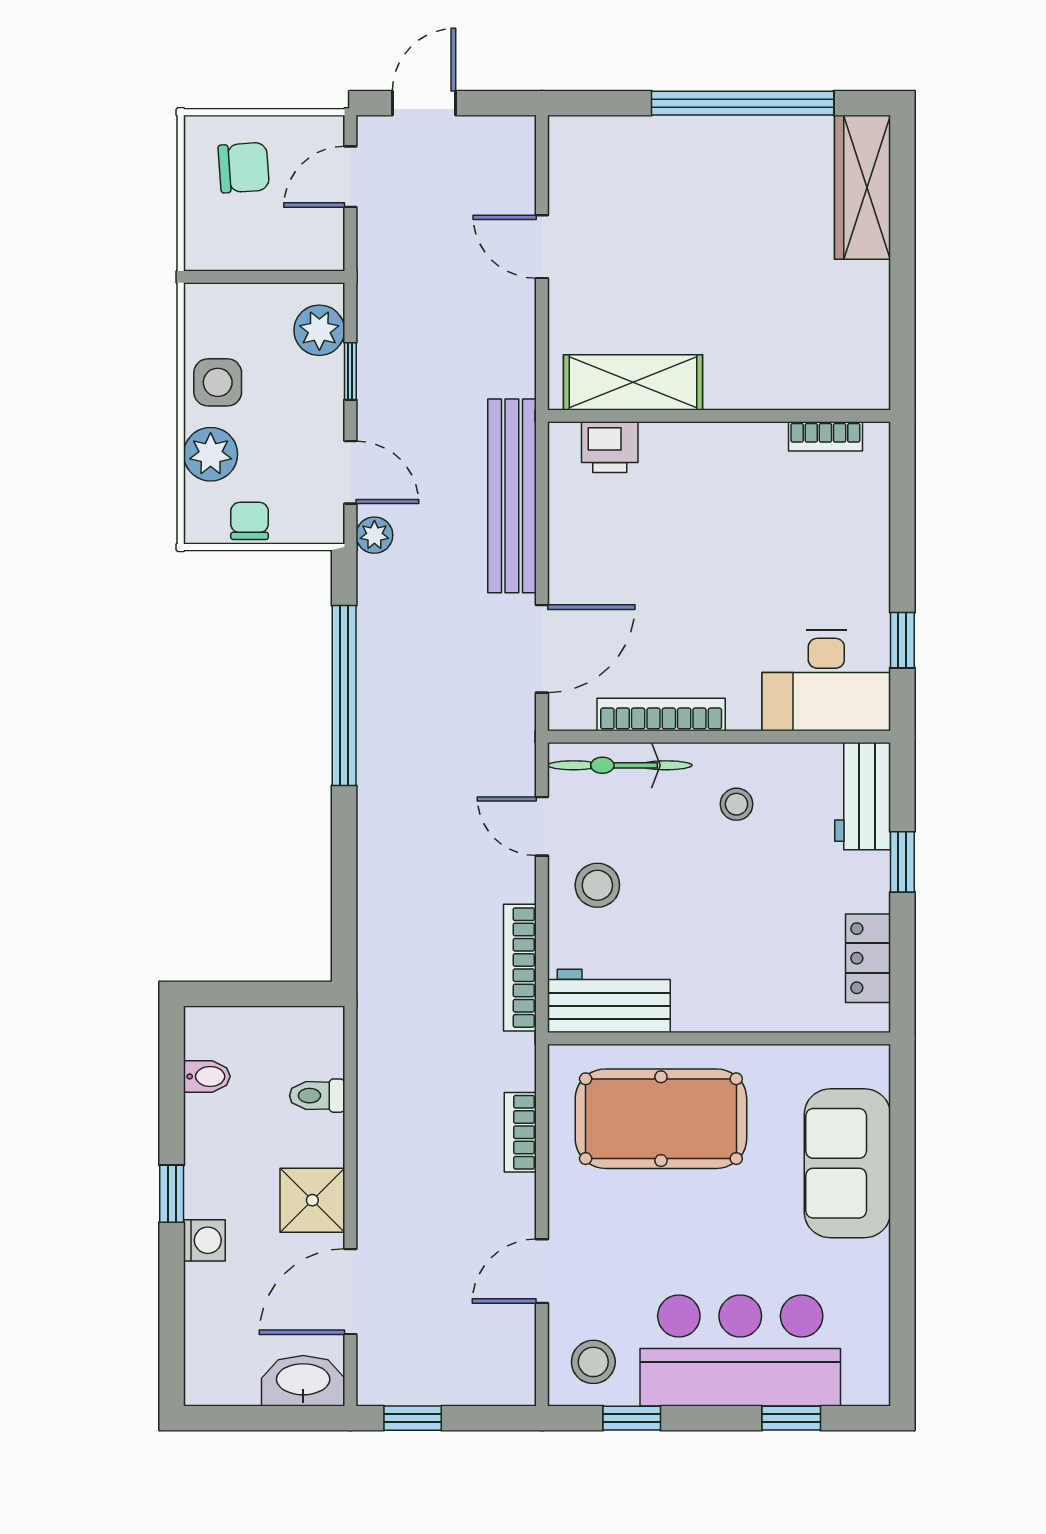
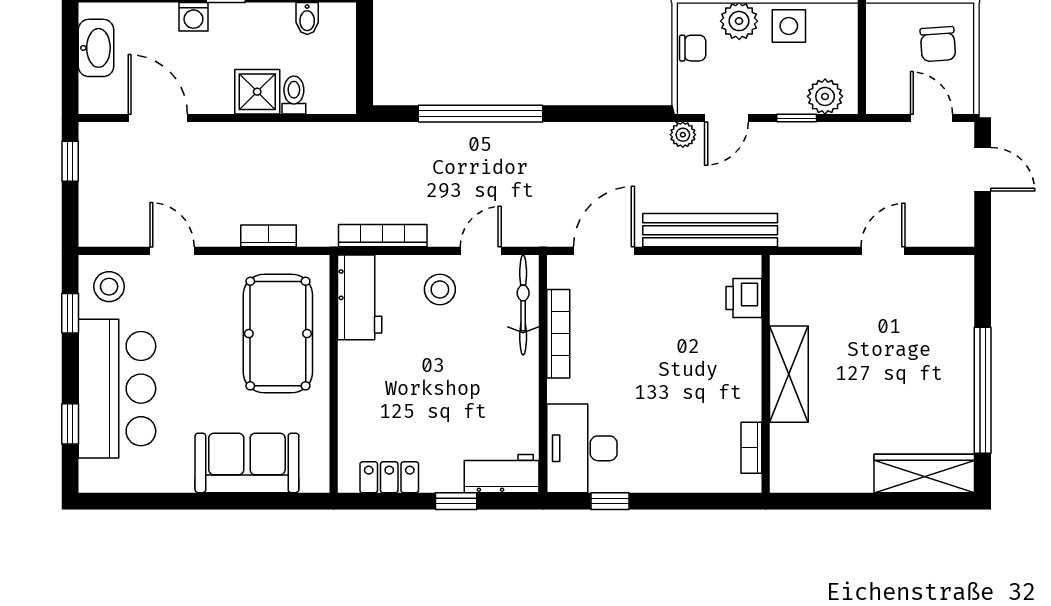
shelving: (633, 382) -> (789, 374), moved
door: (542, 649) -> (604, 251), swing flipped
window: (344, 696) -> (481, 114), moved
stool: (736, 804) -> (496, 386), removed
shower: (312, 1200) -> (257, 92), moved
washbasin: (303, 1381) -> (96, 48), moved

